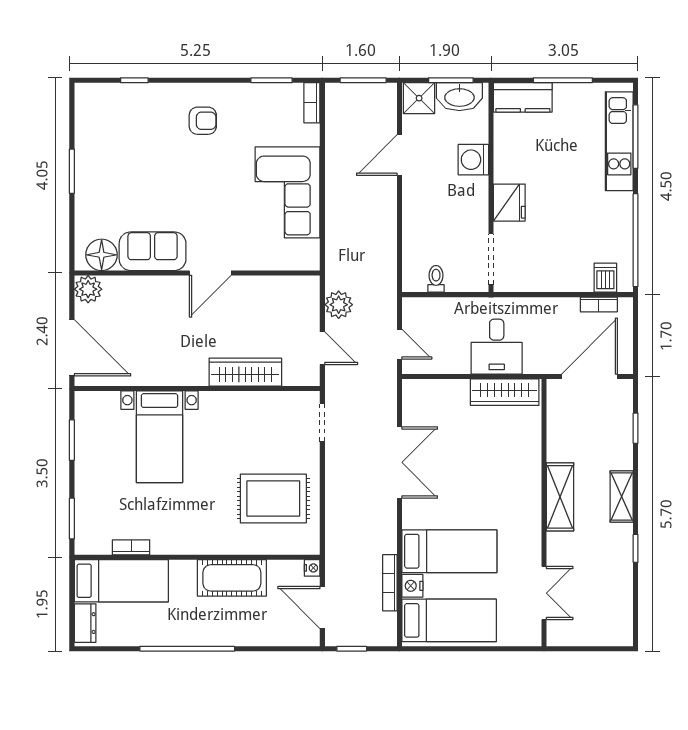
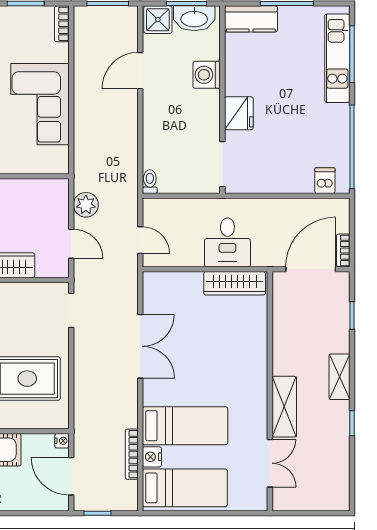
toilet: (436, 279) -> (150, 182), moved
bookcase: (599, 304) -> (343, 250), moved, turned 90
shelving: (560, 497) -> (284, 407), moved

